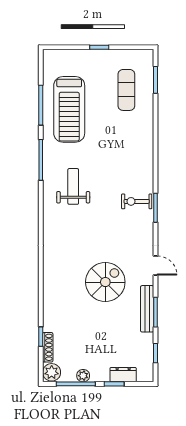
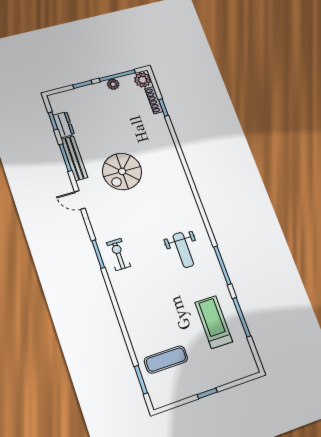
exercise mat: (126, 90) -> (166, 360), turned 90
treadmill: (69, 109) -> (214, 322), width x0.73, depth x0.73
exercise bike: (137, 201) -> (118, 254), turned -90
dresser: (123, 375) -> (64, 125), moved, turned -90

